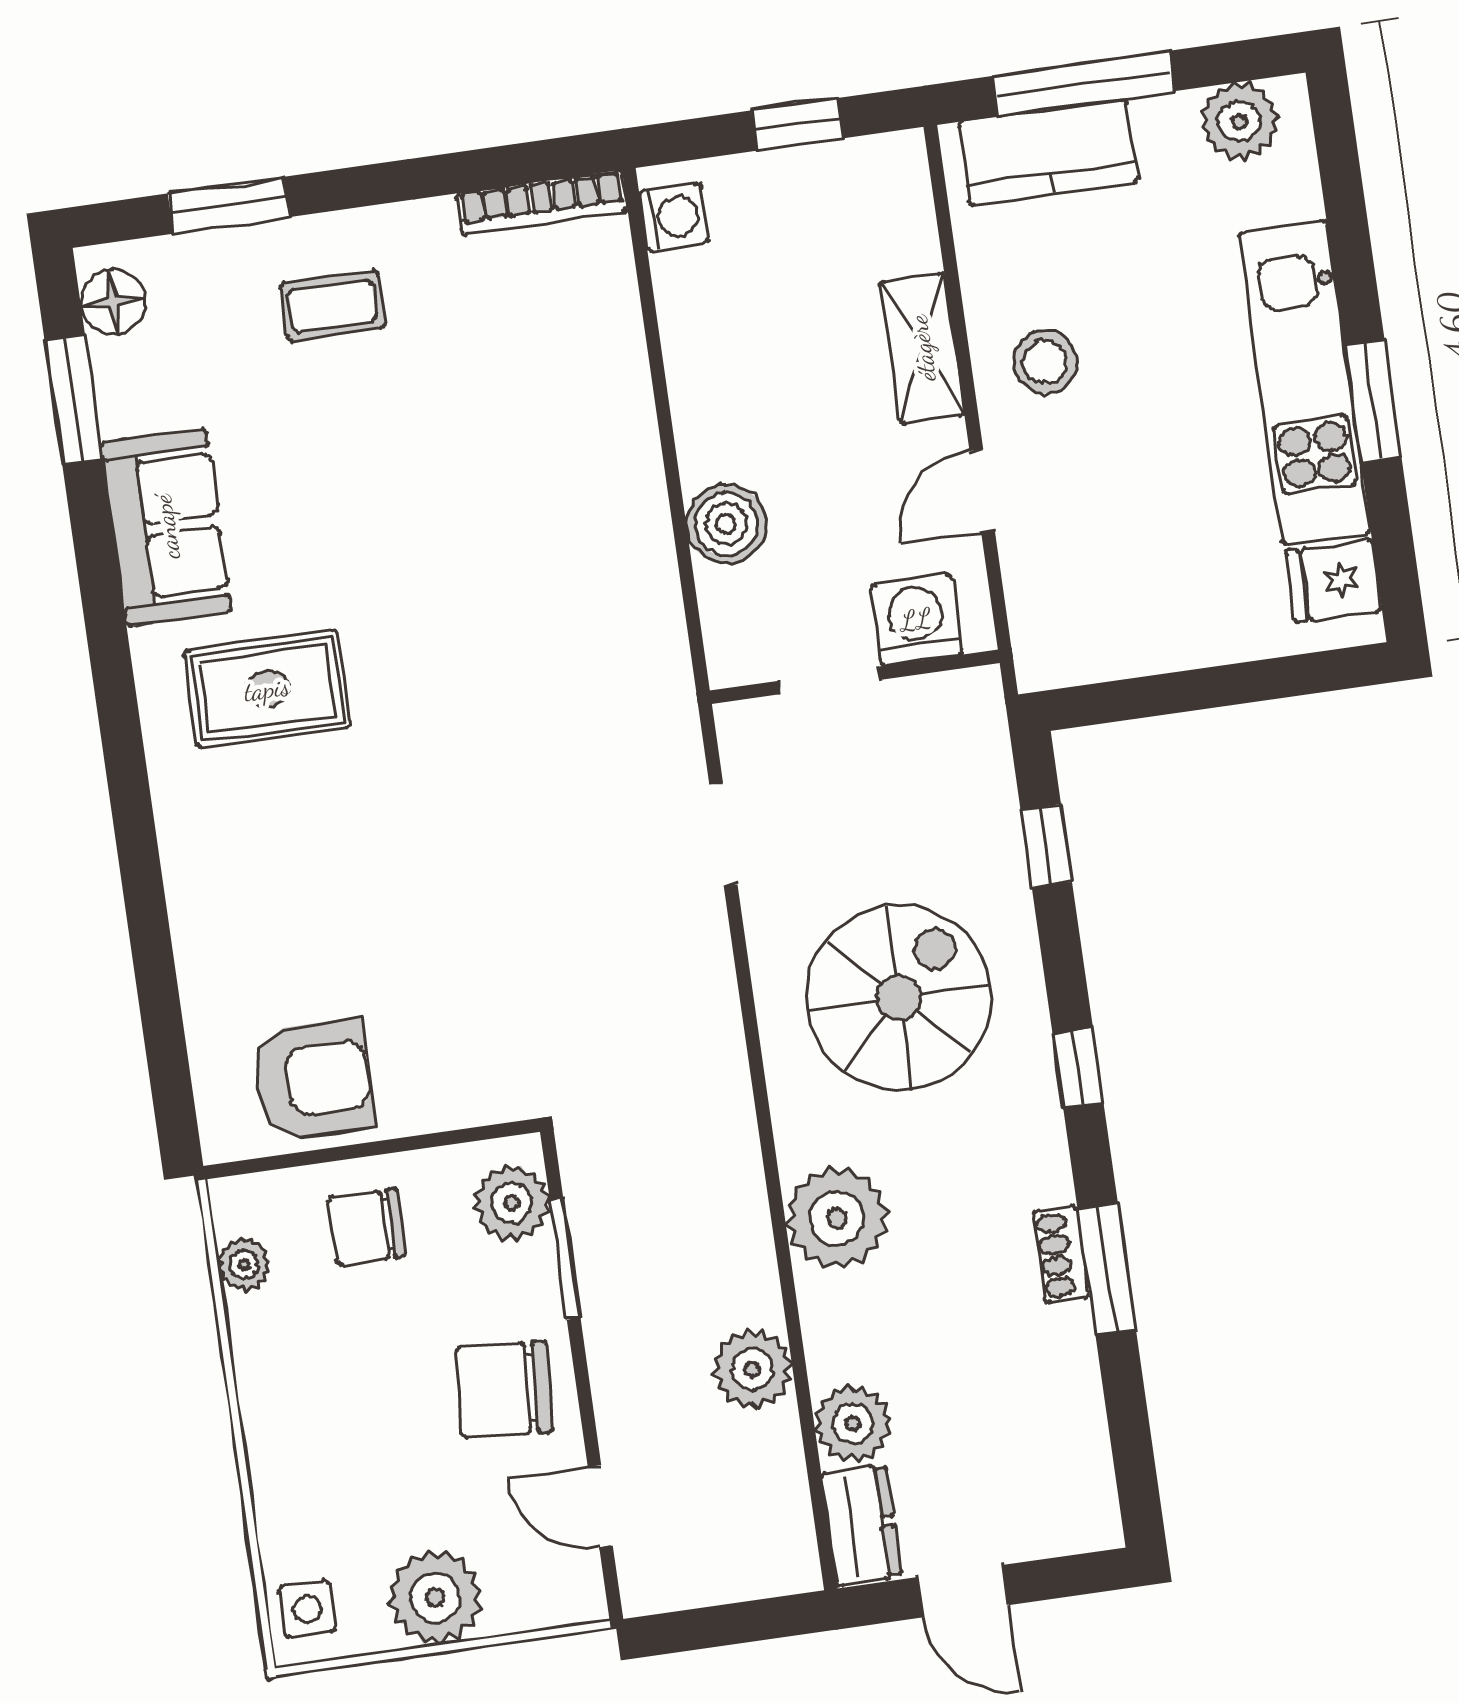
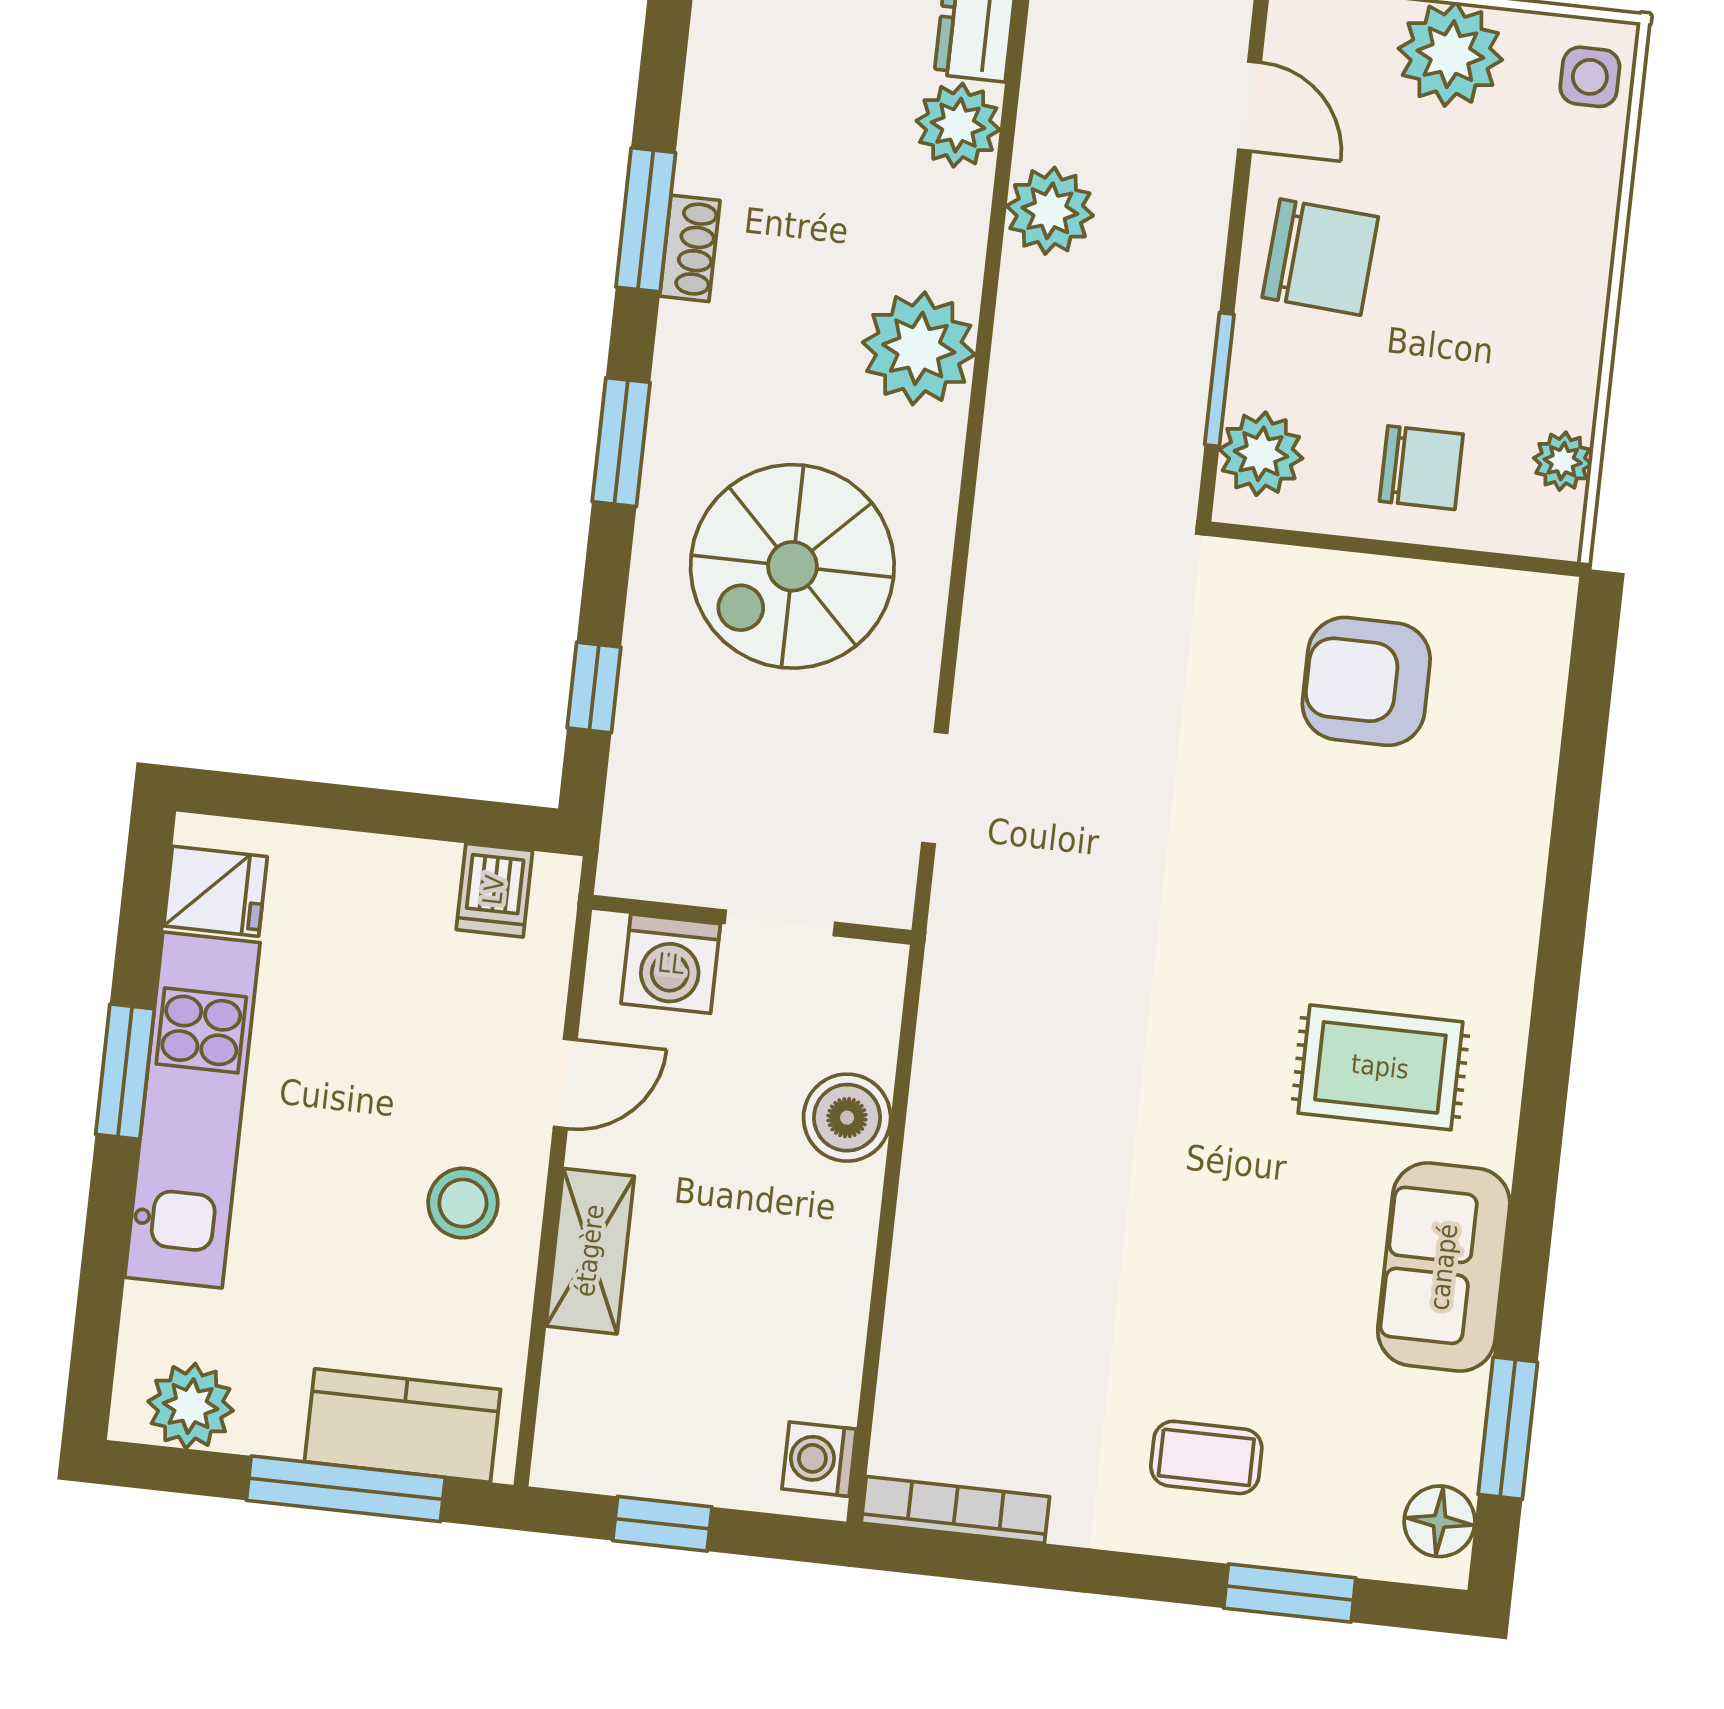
dishwasher: (1088, 645) -> (494, 890), added
window: (1078, 1068) -> (621, 442), width x1.50
armchair: (313, 1080) -> (1366, 681), moved

